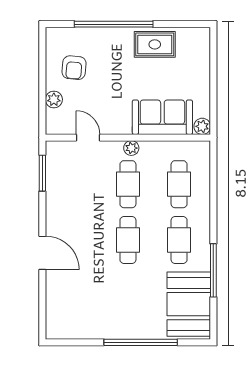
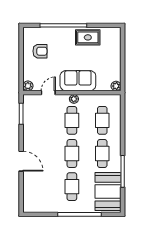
armchair: (74, 68) -> (40, 51), turned -95
plant: (54, 99) -> (28, 86), moved
sofa: (162, 117) -> (78, 81), moved
door: (88, 138) -> (48, 93), hinge flipped
cafe table: (128, 296) -> (72, 187), added

